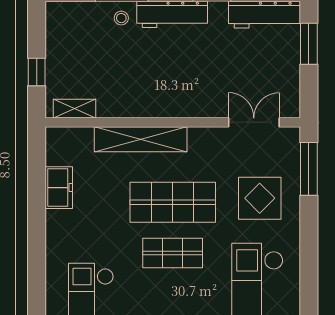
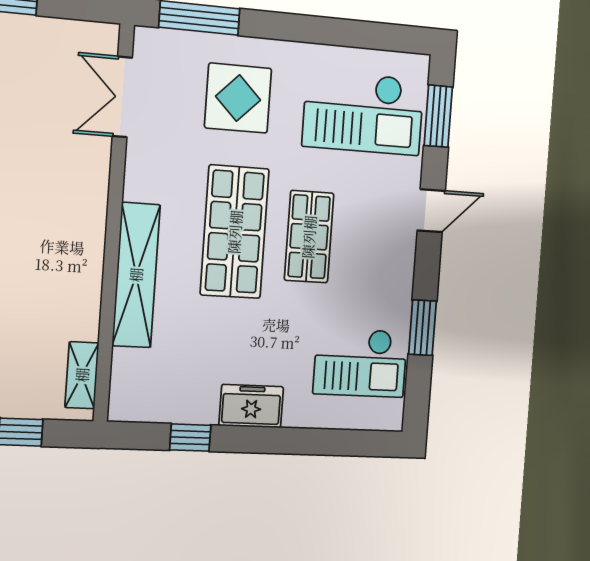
window: (37, 182) -> (190, 438), added
freezer: (59, 188) -> (251, 406), moved

